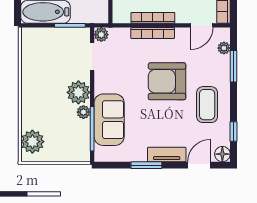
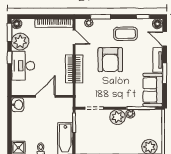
plant: (101, 35) -> (80, 102), removed
sofa: (109, 120) -> (153, 90), moved, turned -90

